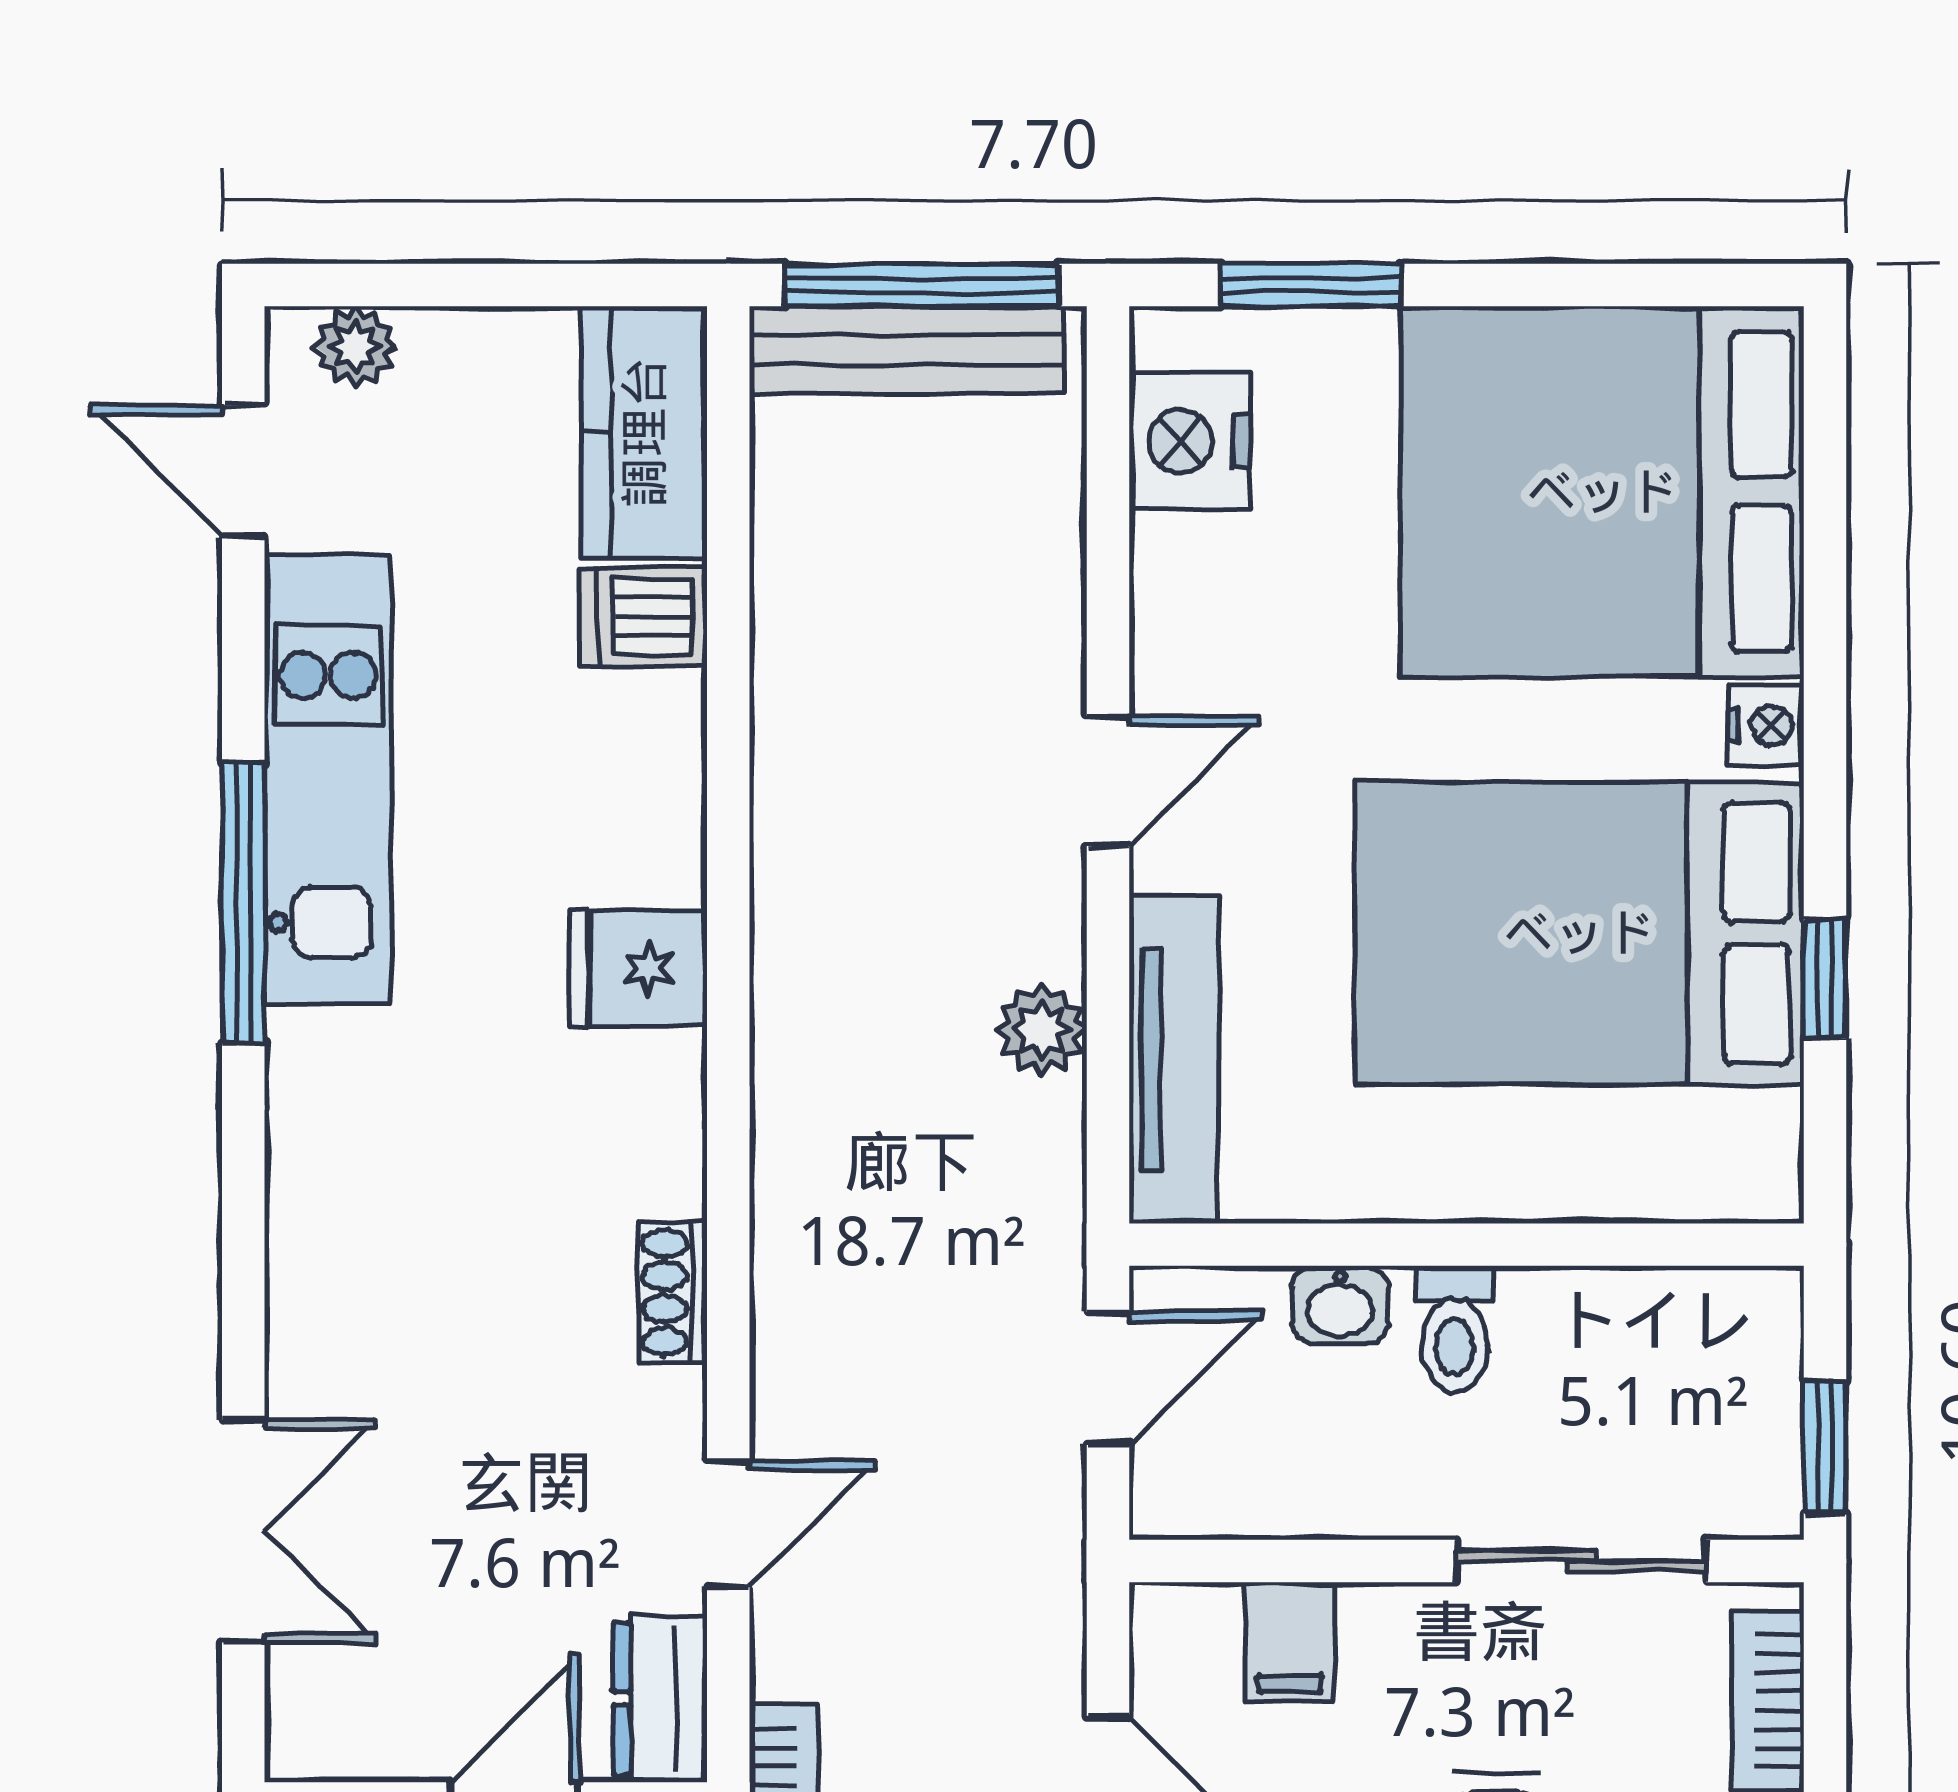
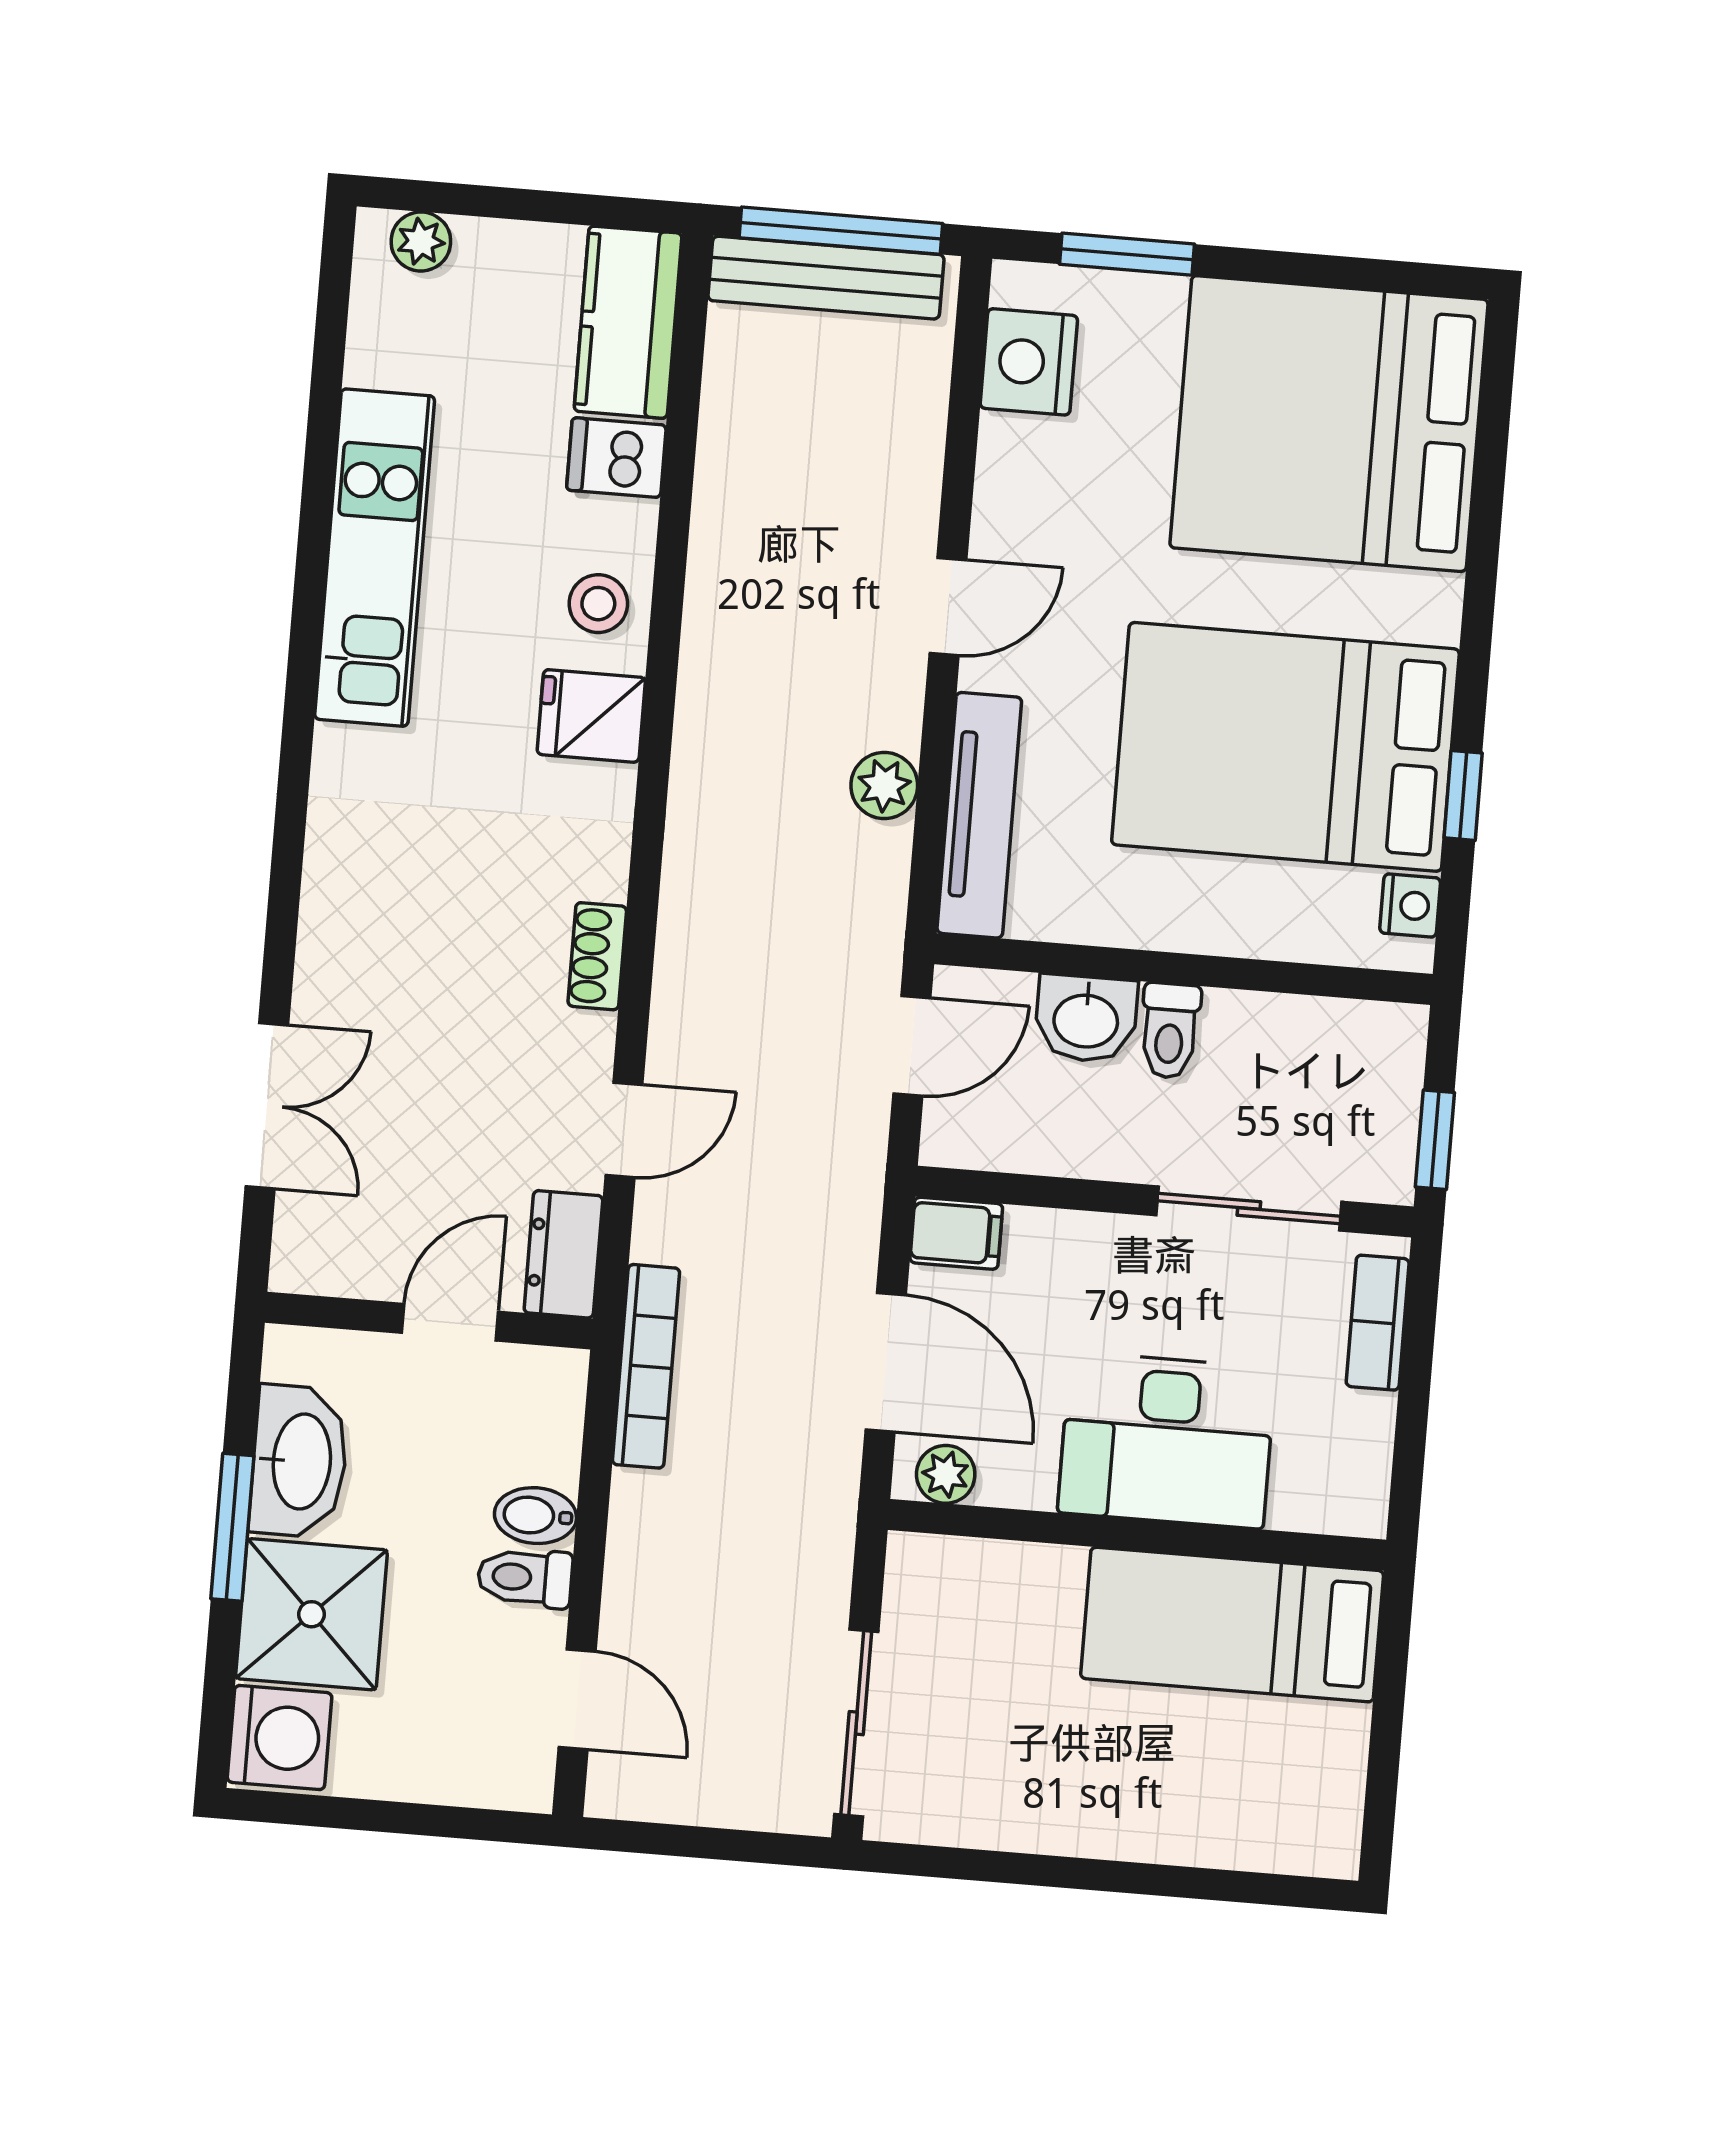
door: (243, 471) -> (331, 326), removed
nightstand: (1766, 726) -> (1410, 905), moved
stool: (635, 816) -> (598, 604), added
window: (243, 902) -> (305, 644), removed
washbasin: (1340, 1305) -> (1086, 1019), width x1.38, depth x1.45
filing cabinet: (1290, 1642) -> (956, 1233), moved, turned -90

